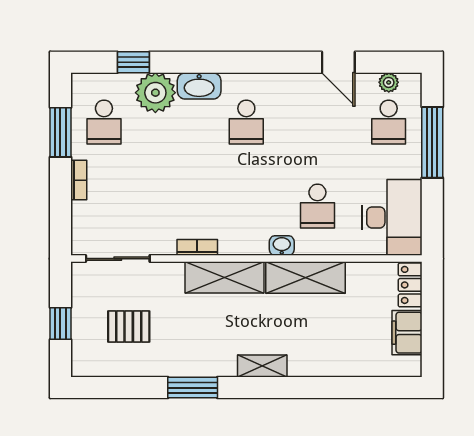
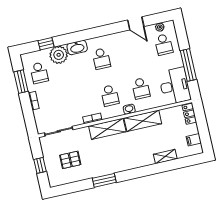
window: (432, 142) -> (188, 65), moved
school desk: (246, 206) -> (110, 95), added
filing cabinet: (407, 333) -> (194, 140), width x0.50
shelving: (262, 366) -> (165, 157), moved

